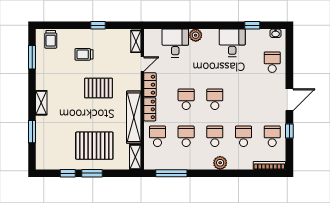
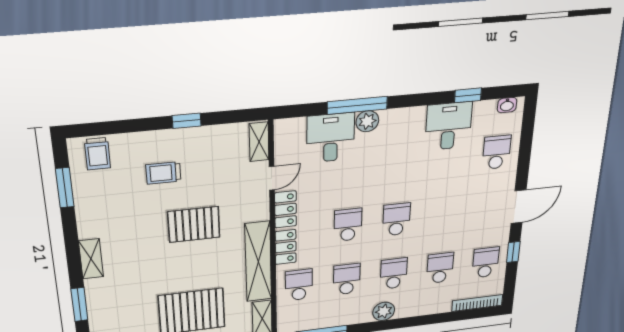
window: (190, 25) -> (357, 105), added
desk: (232, 43) -> (448, 126), moved
plant: (220, 163) -> (384, 311), moved

